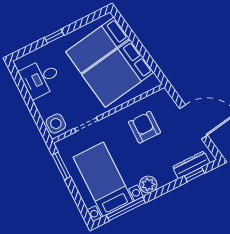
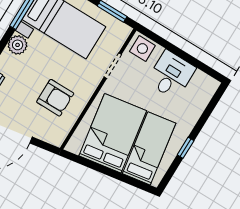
window: (54, 36) -> (186, 148), moved
desk: (40, 78) -> (171, 75), moved

